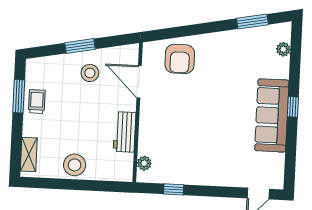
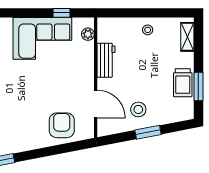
trolley: (37, 101) -> (183, 83), width x1.36, depth x1.39
corner sofa: (197, 161) -> (42, 38), added
stool: (75, 165) -> (148, 30), width x0.53, depth x0.53

